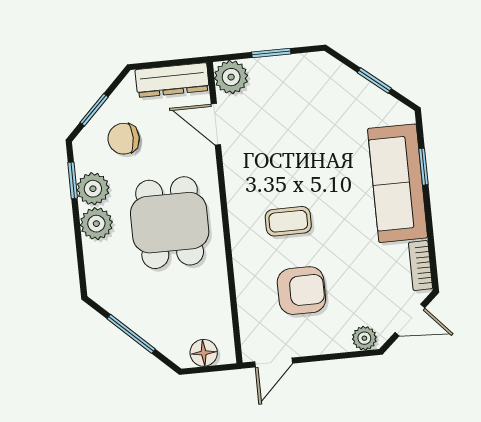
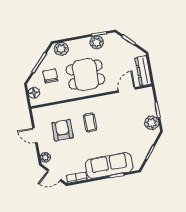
plant: (231, 77) -> (152, 123), moved
chair: (124, 139) -> (50, 76), moved
plant: (96, 224) -> (61, 49), moved
armchair: (301, 291) -> (62, 130), turned 180
door: (410, 320) -> (54, 175), hinge flipped
door: (274, 362) -> (35, 135), moved

